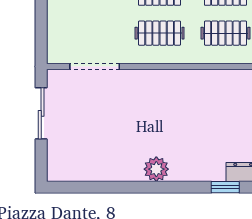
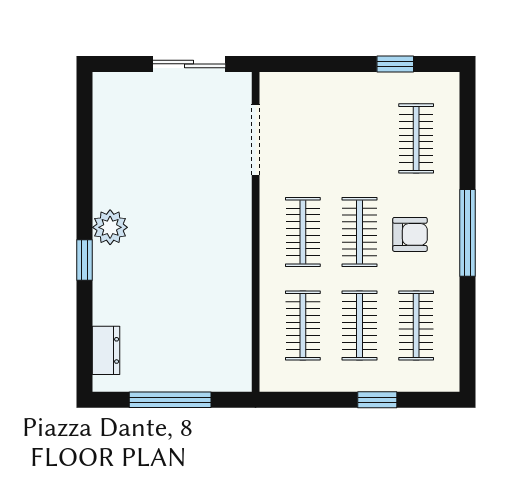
window: (225, 187) -> (84, 260), moved

